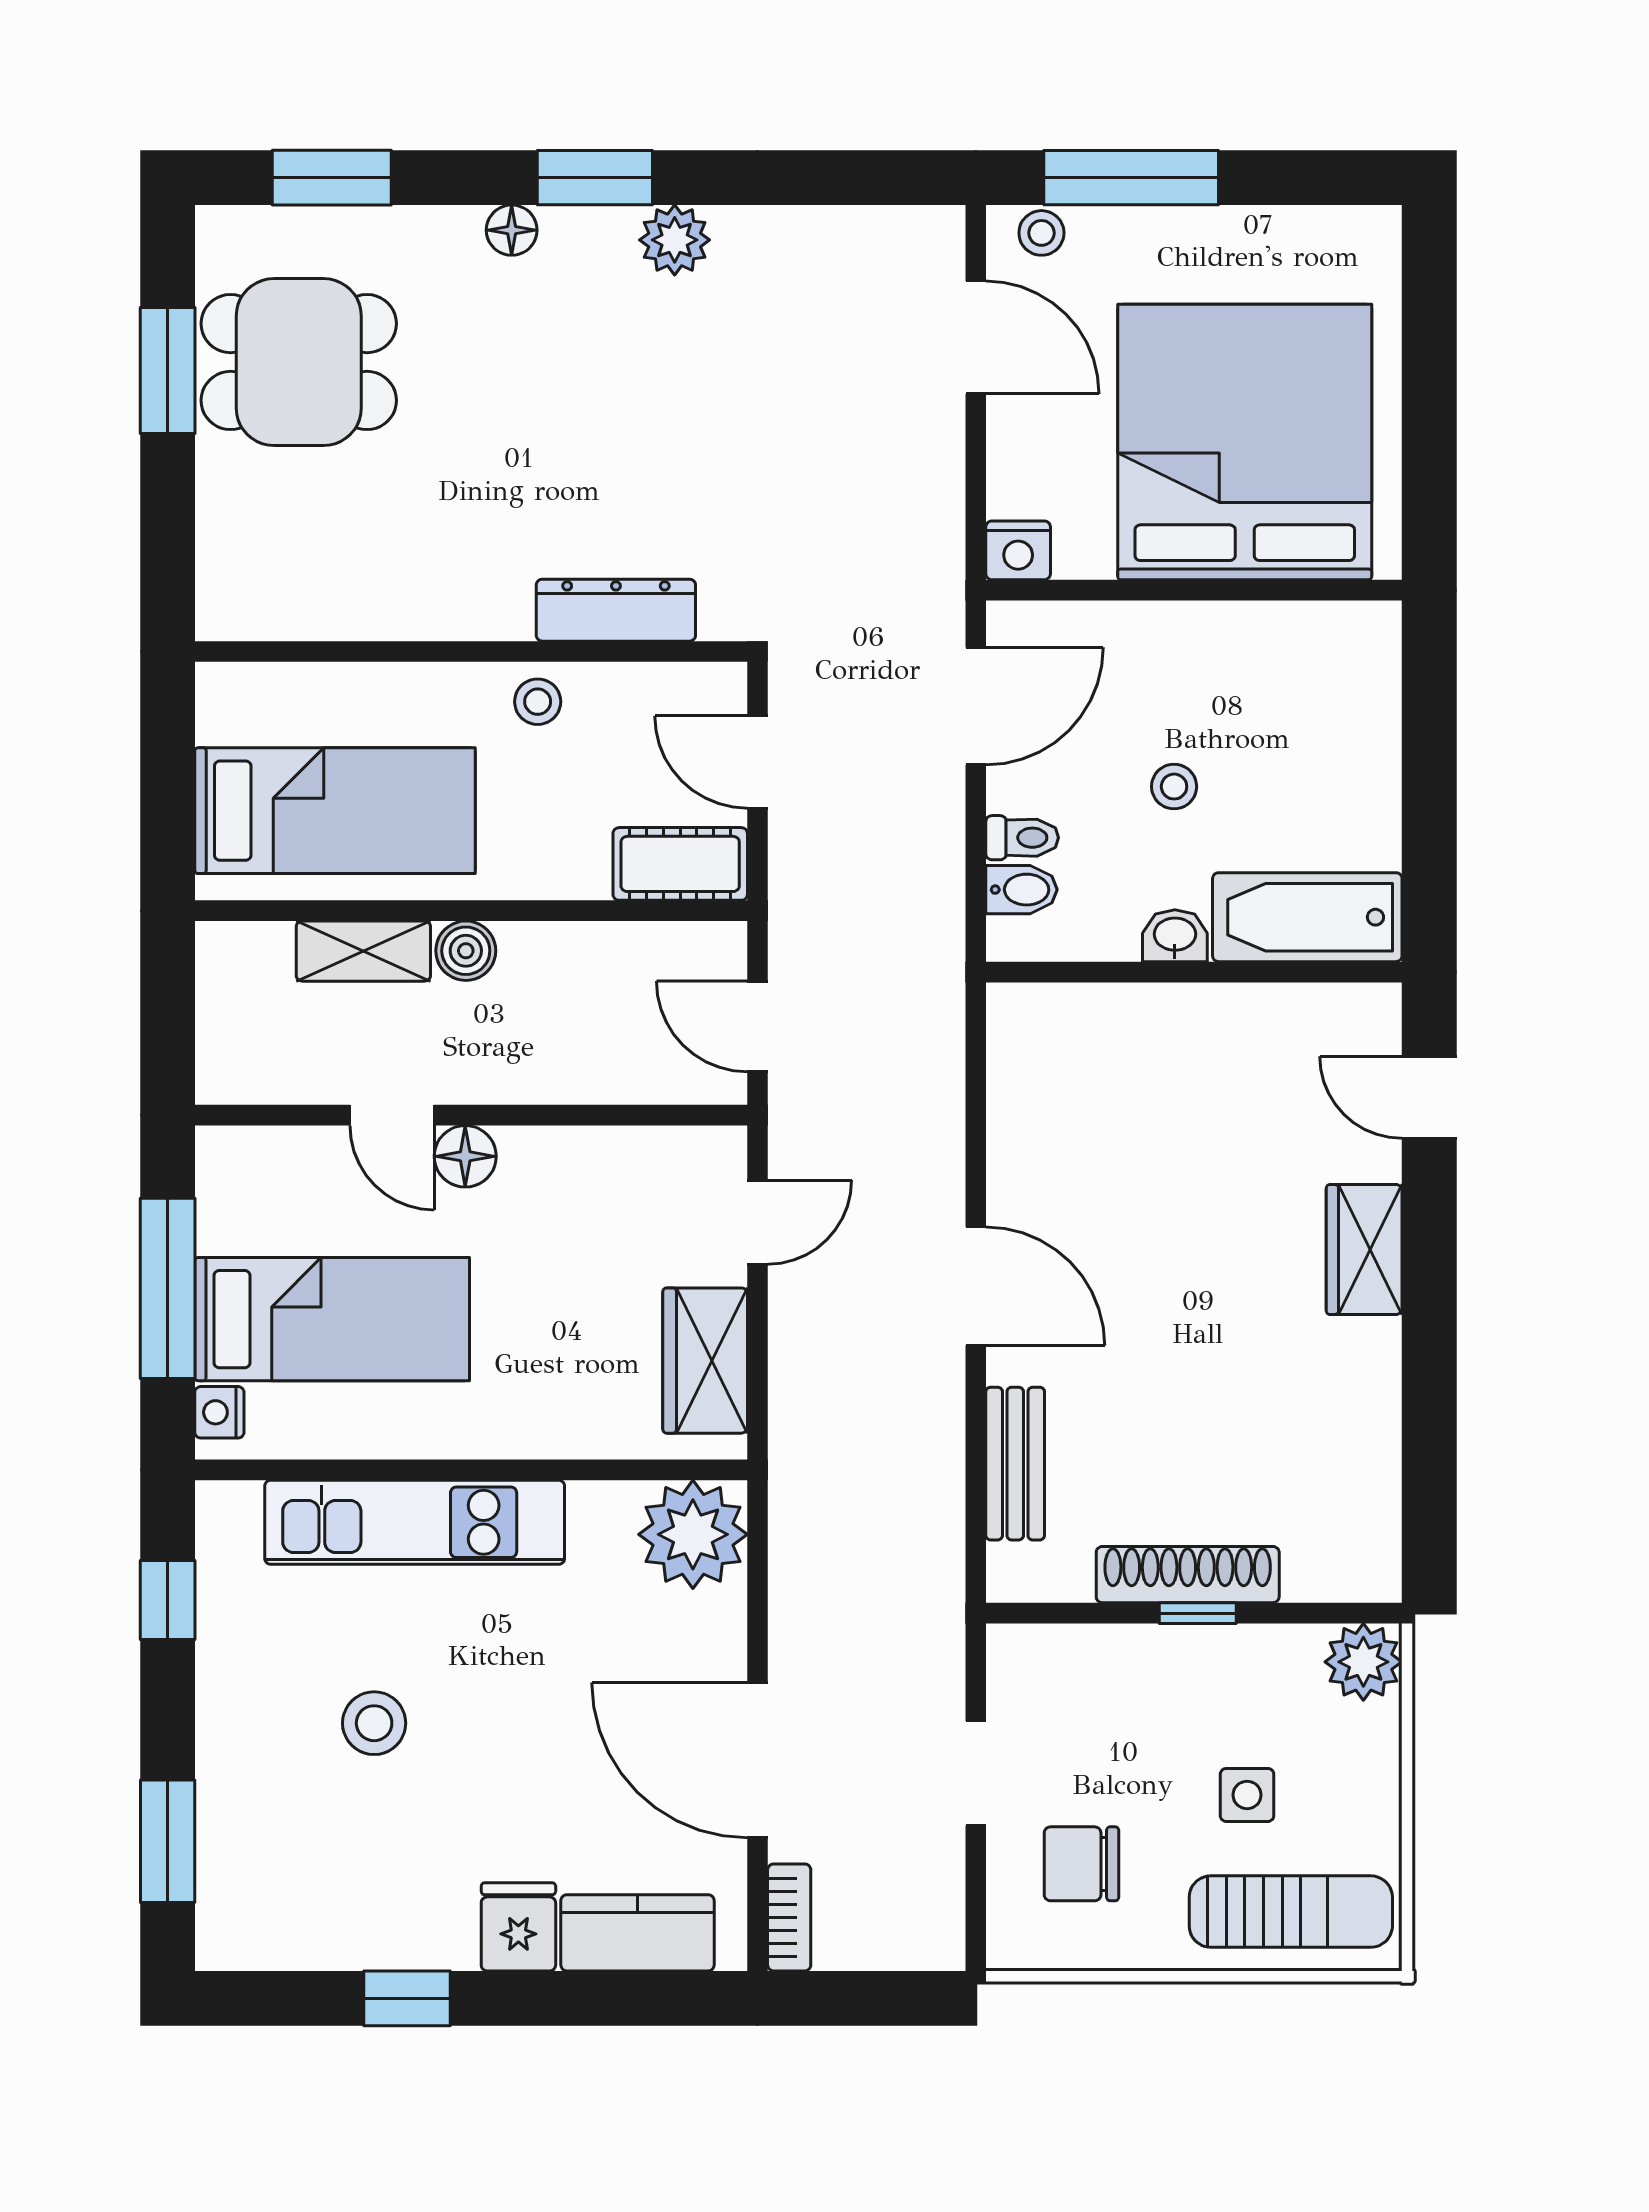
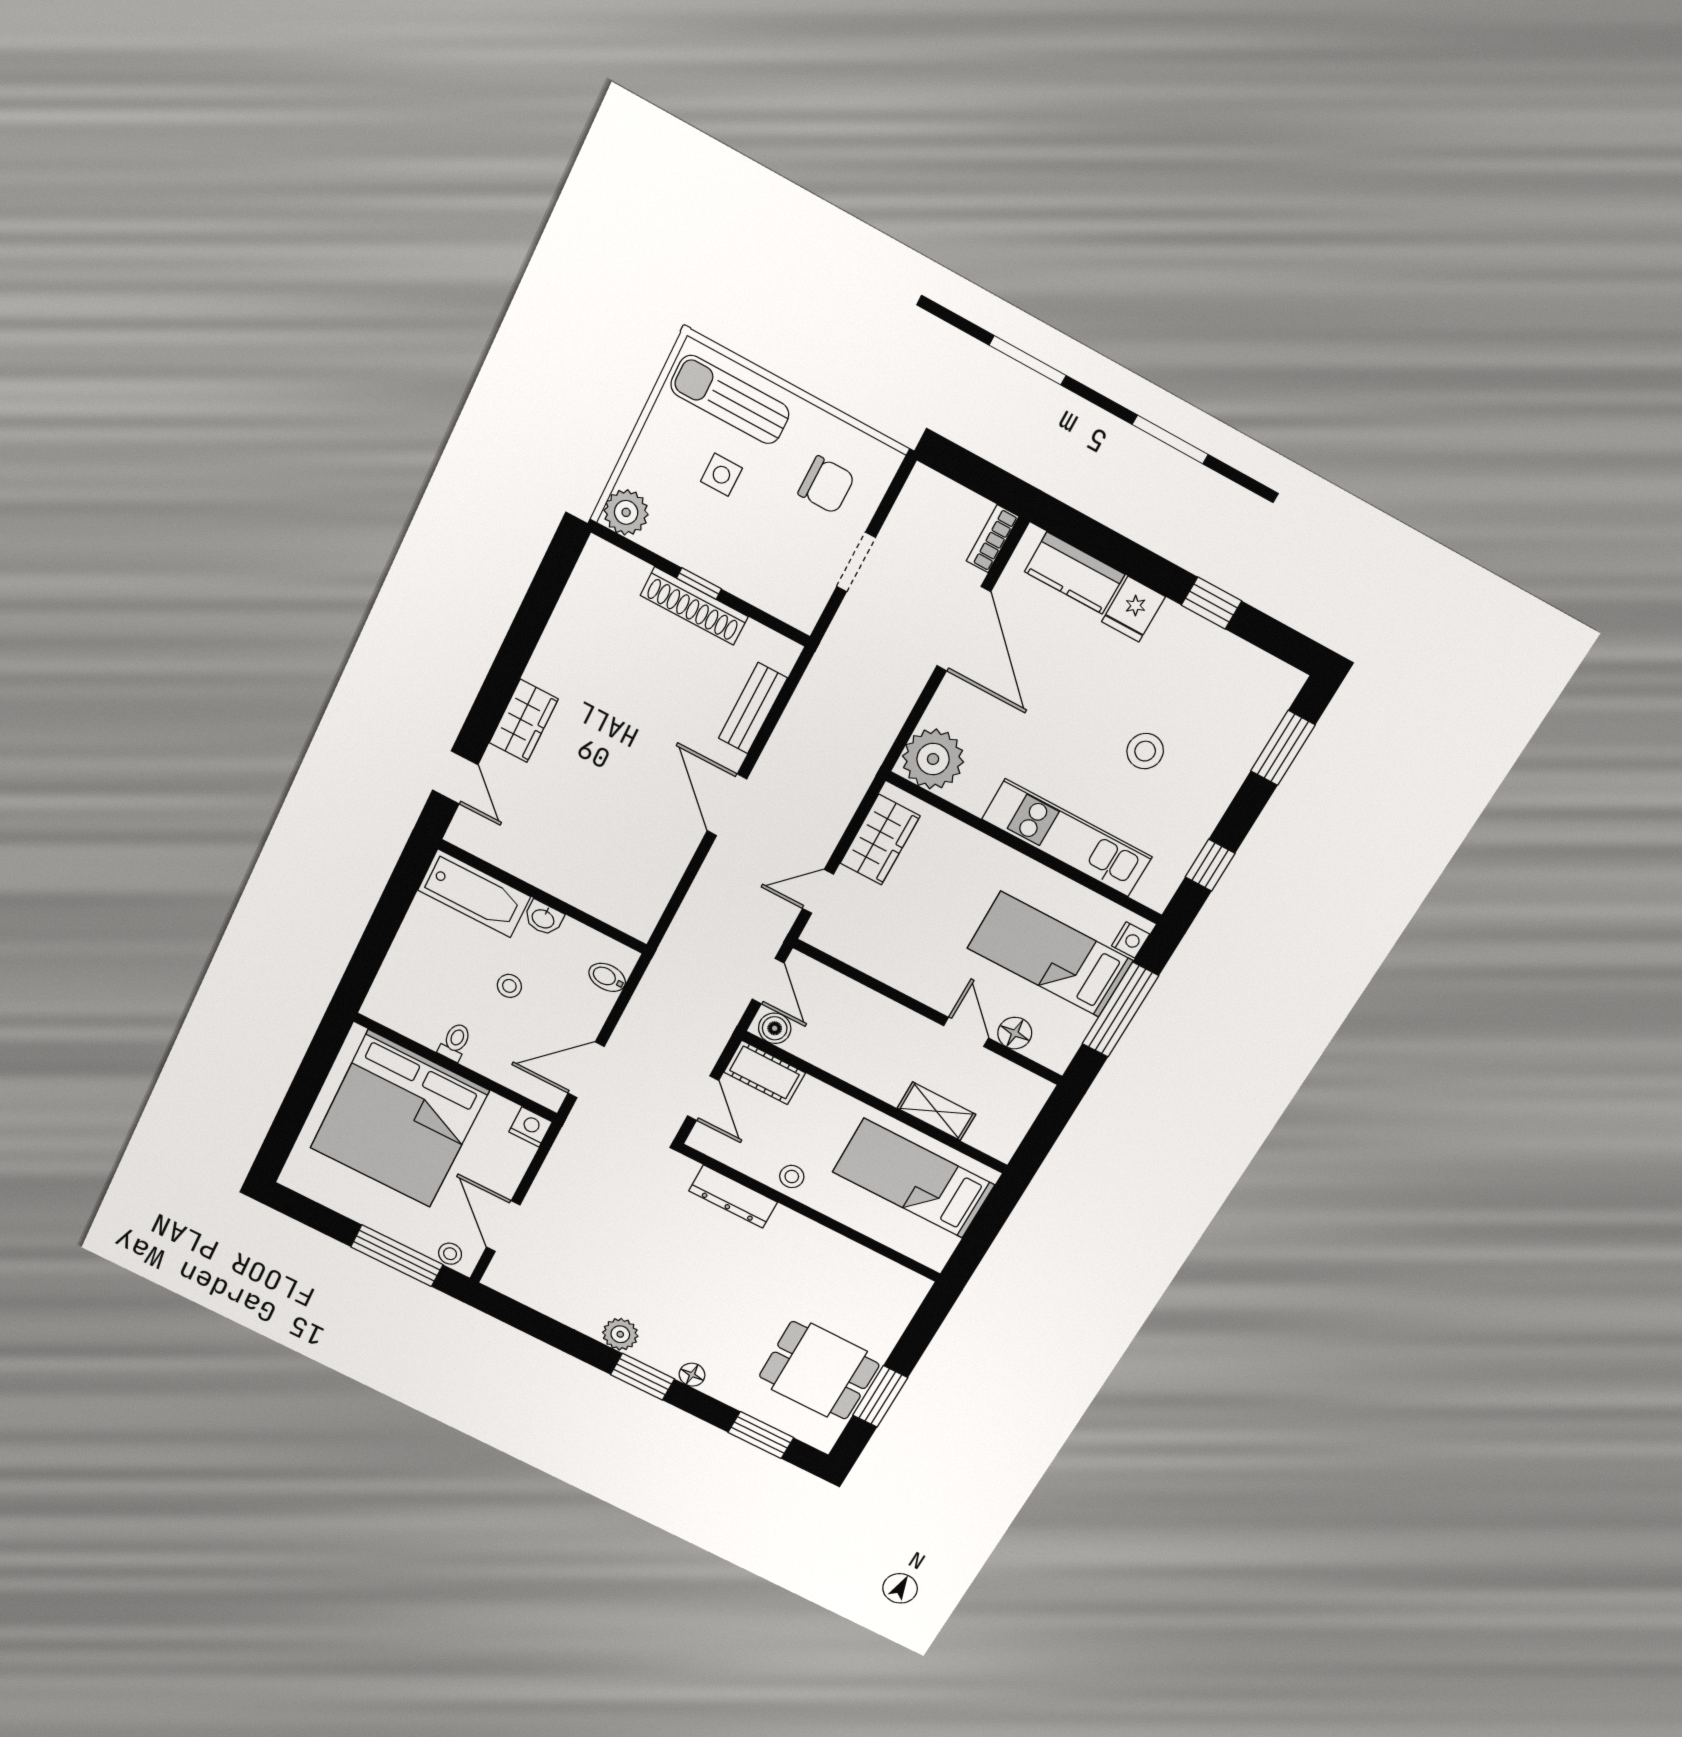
toilet: (1022, 838) -> (455, 1042), moved, turned 90
boiler: (466, 951) -> (775, 1028), moved
floor lamp: (465, 1156) -> (1015, 1033), moved

